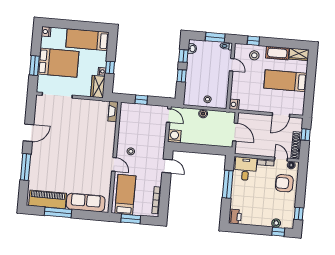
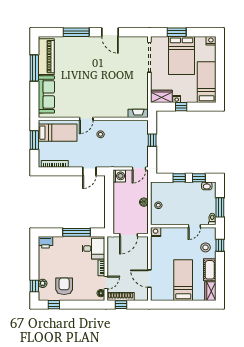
window: (306, 135) -> (121, 305), moved
armchair: (284, 183) -> (64, 286), moved

